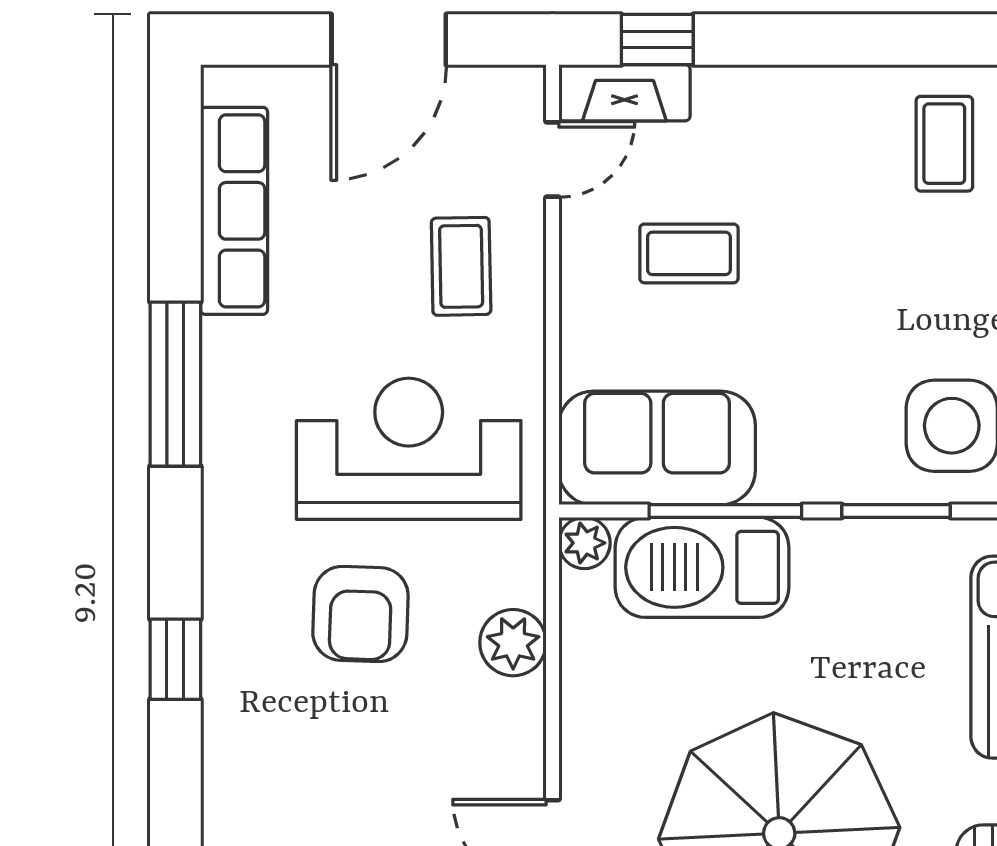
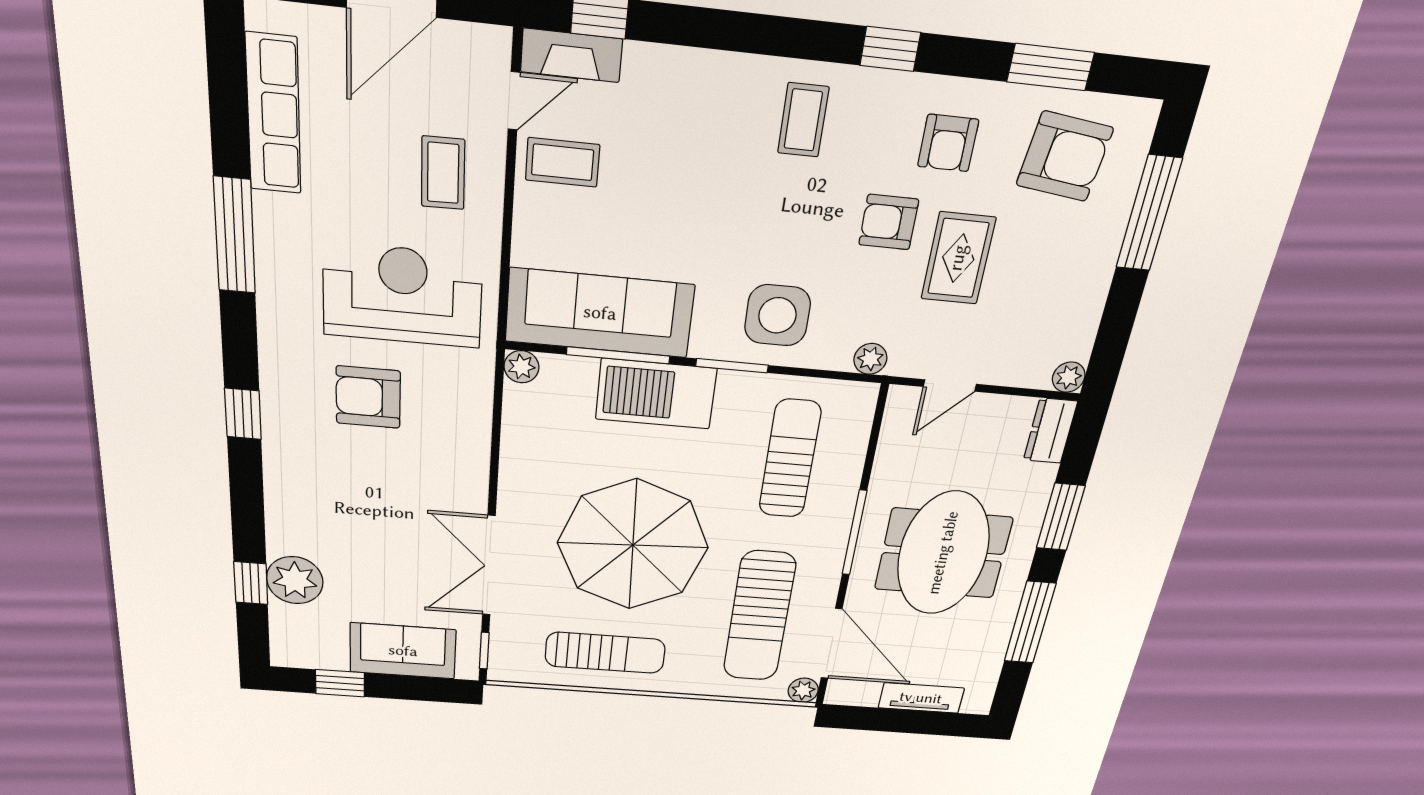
coffee table: (689, 253) -> (563, 162), moved
sofa: (657, 448) -> (600, 313), width x1.36
barbecue: (702, 567) -> (656, 394), moved
armchair: (360, 614) -> (368, 397), turned 88
plant: (513, 643) -> (470, 423), removed

